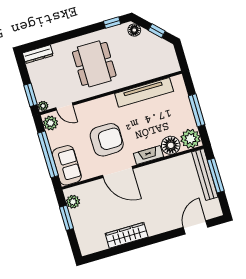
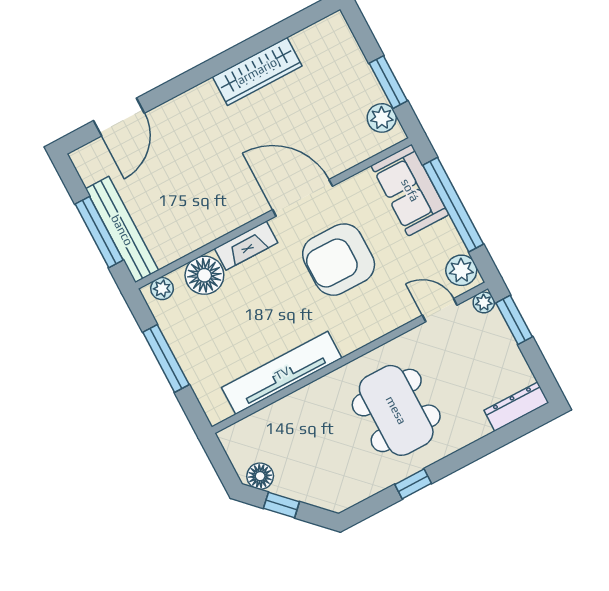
window: (112, 23) -> (413, 484), moved
floor lamp: (134, 30) -> (260, 476), moved
plant: (190, 139) -> (162, 289), width x0.53, depth x0.53

